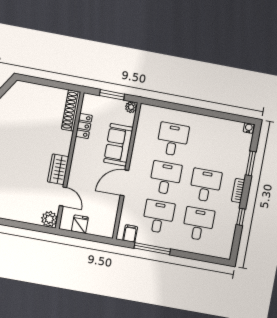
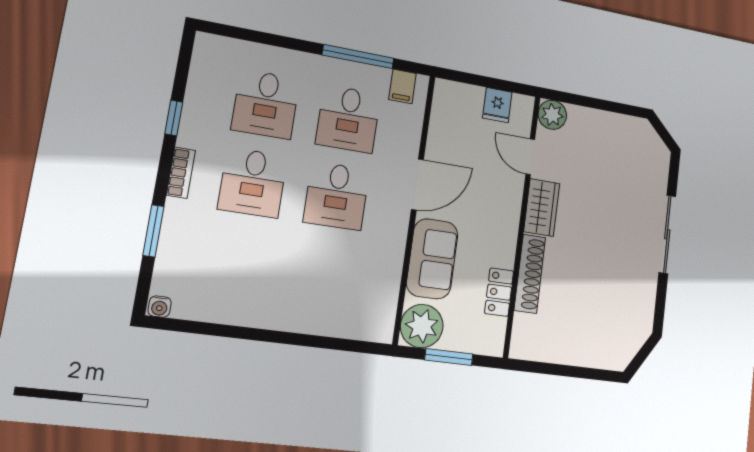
plant: (131, 107) -> (422, 326), width x1.88, depth x1.88
shoe rack: (71, 110) -> (530, 274), moved
desk: (173, 139) -> (324, 274), removed

